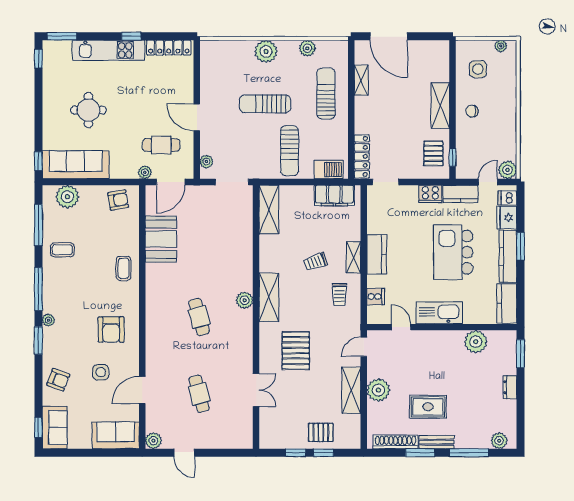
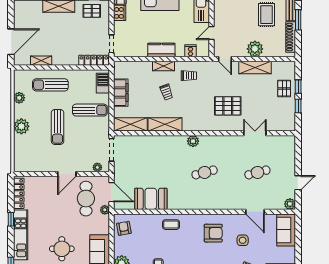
cafe table: (161, 145) -> (86, 199), width x1.37, depth x1.35
filing cabinet: (334, 196) -> (121, 93), moved
shelving: (269, 297) -> (165, 124), moved

